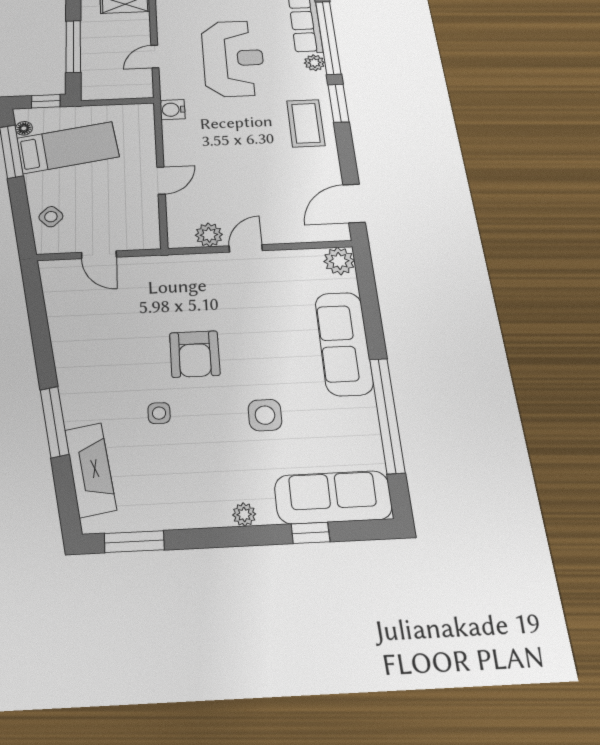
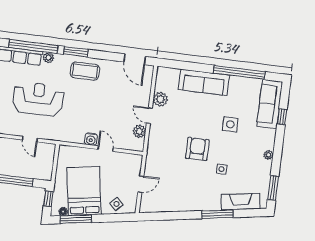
water cooler: (173, 110) -> (91, 139), moved
bed: (68, 147) -> (84, 191), width x1.50
plant: (339, 261) -> (160, 99), moved
armchair: (195, 354) -> (197, 149), turned -90
plant: (244, 515) -> (268, 155), moved

